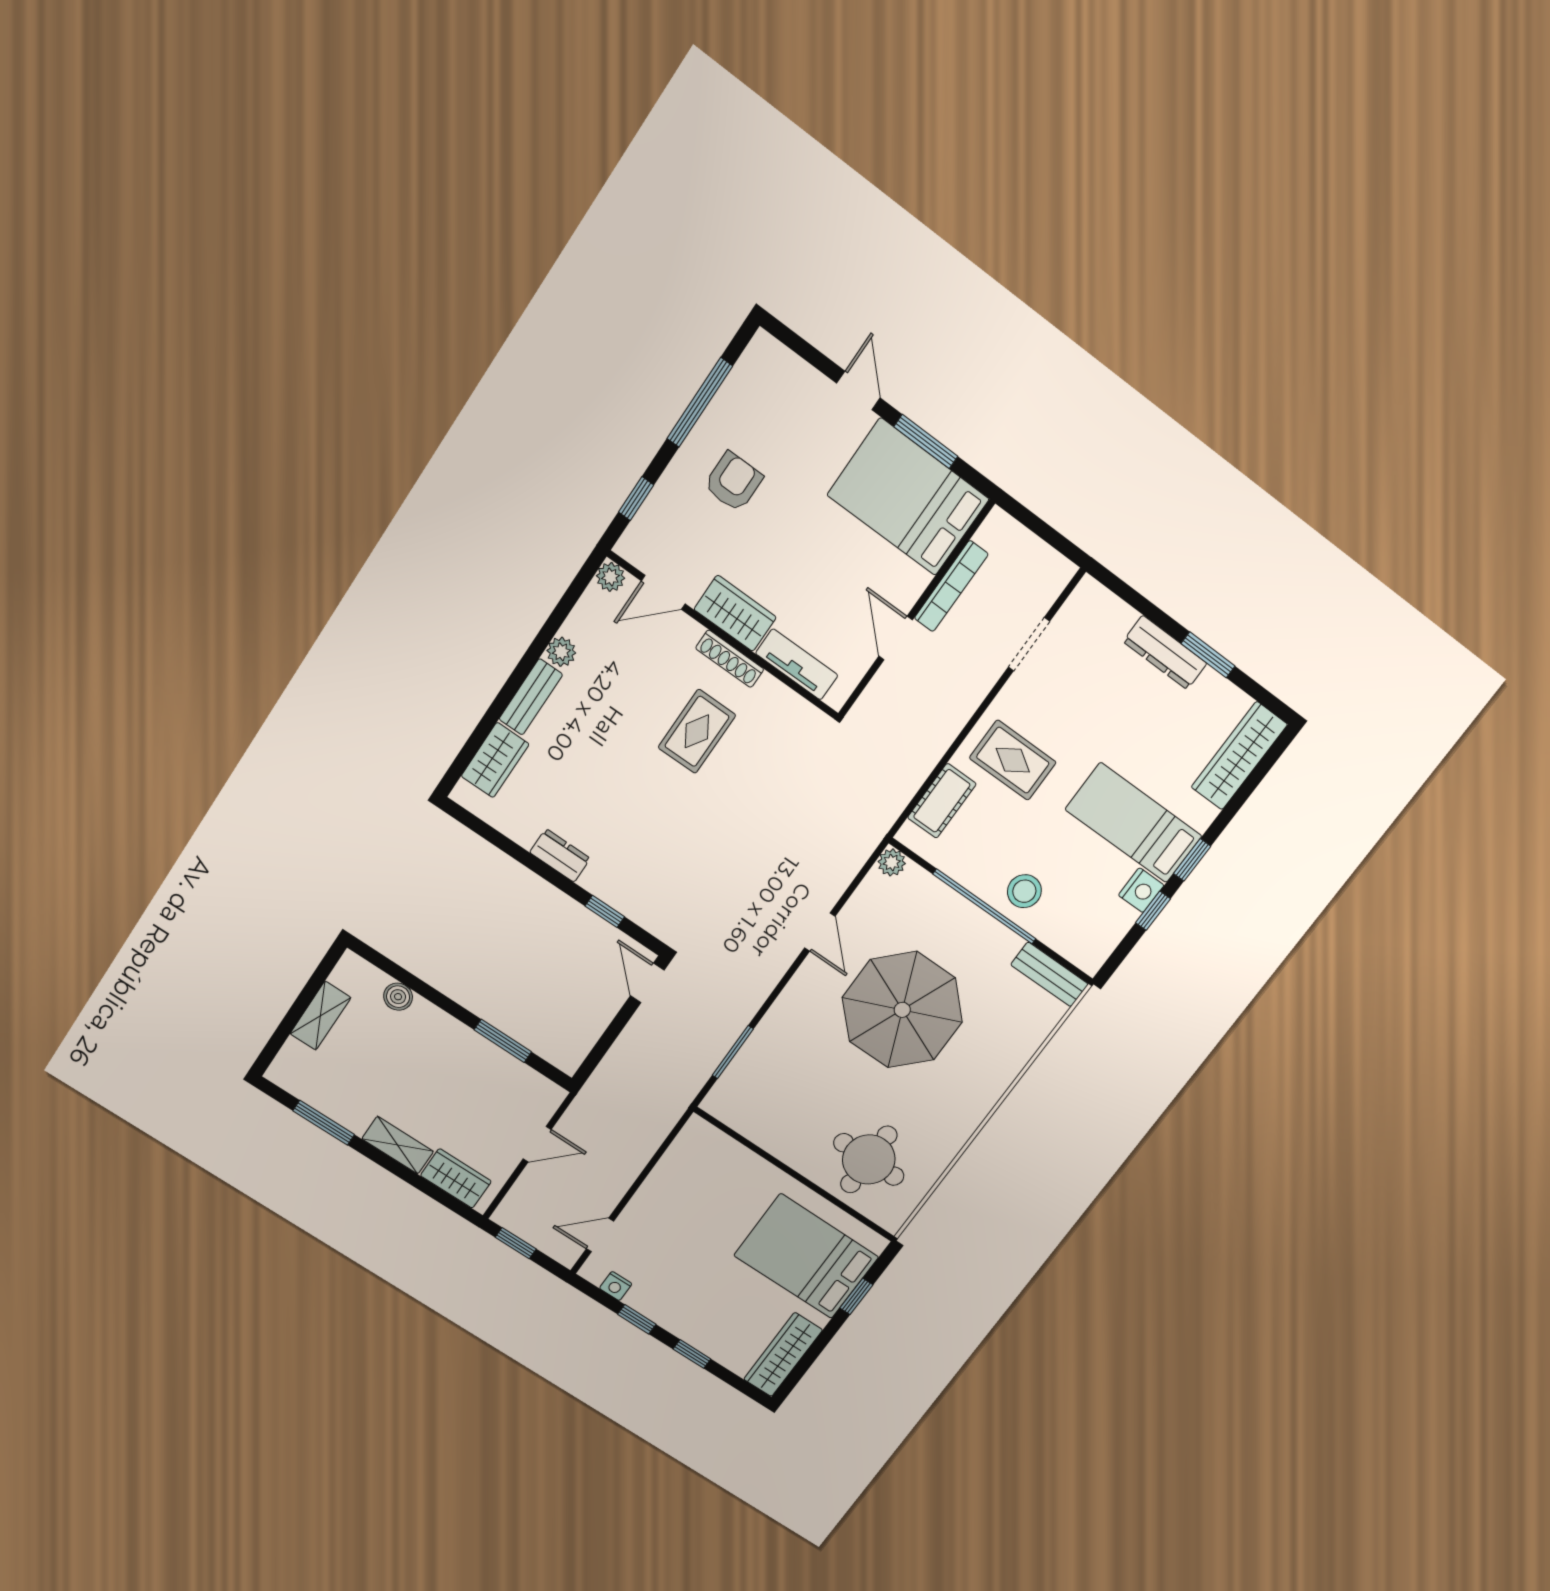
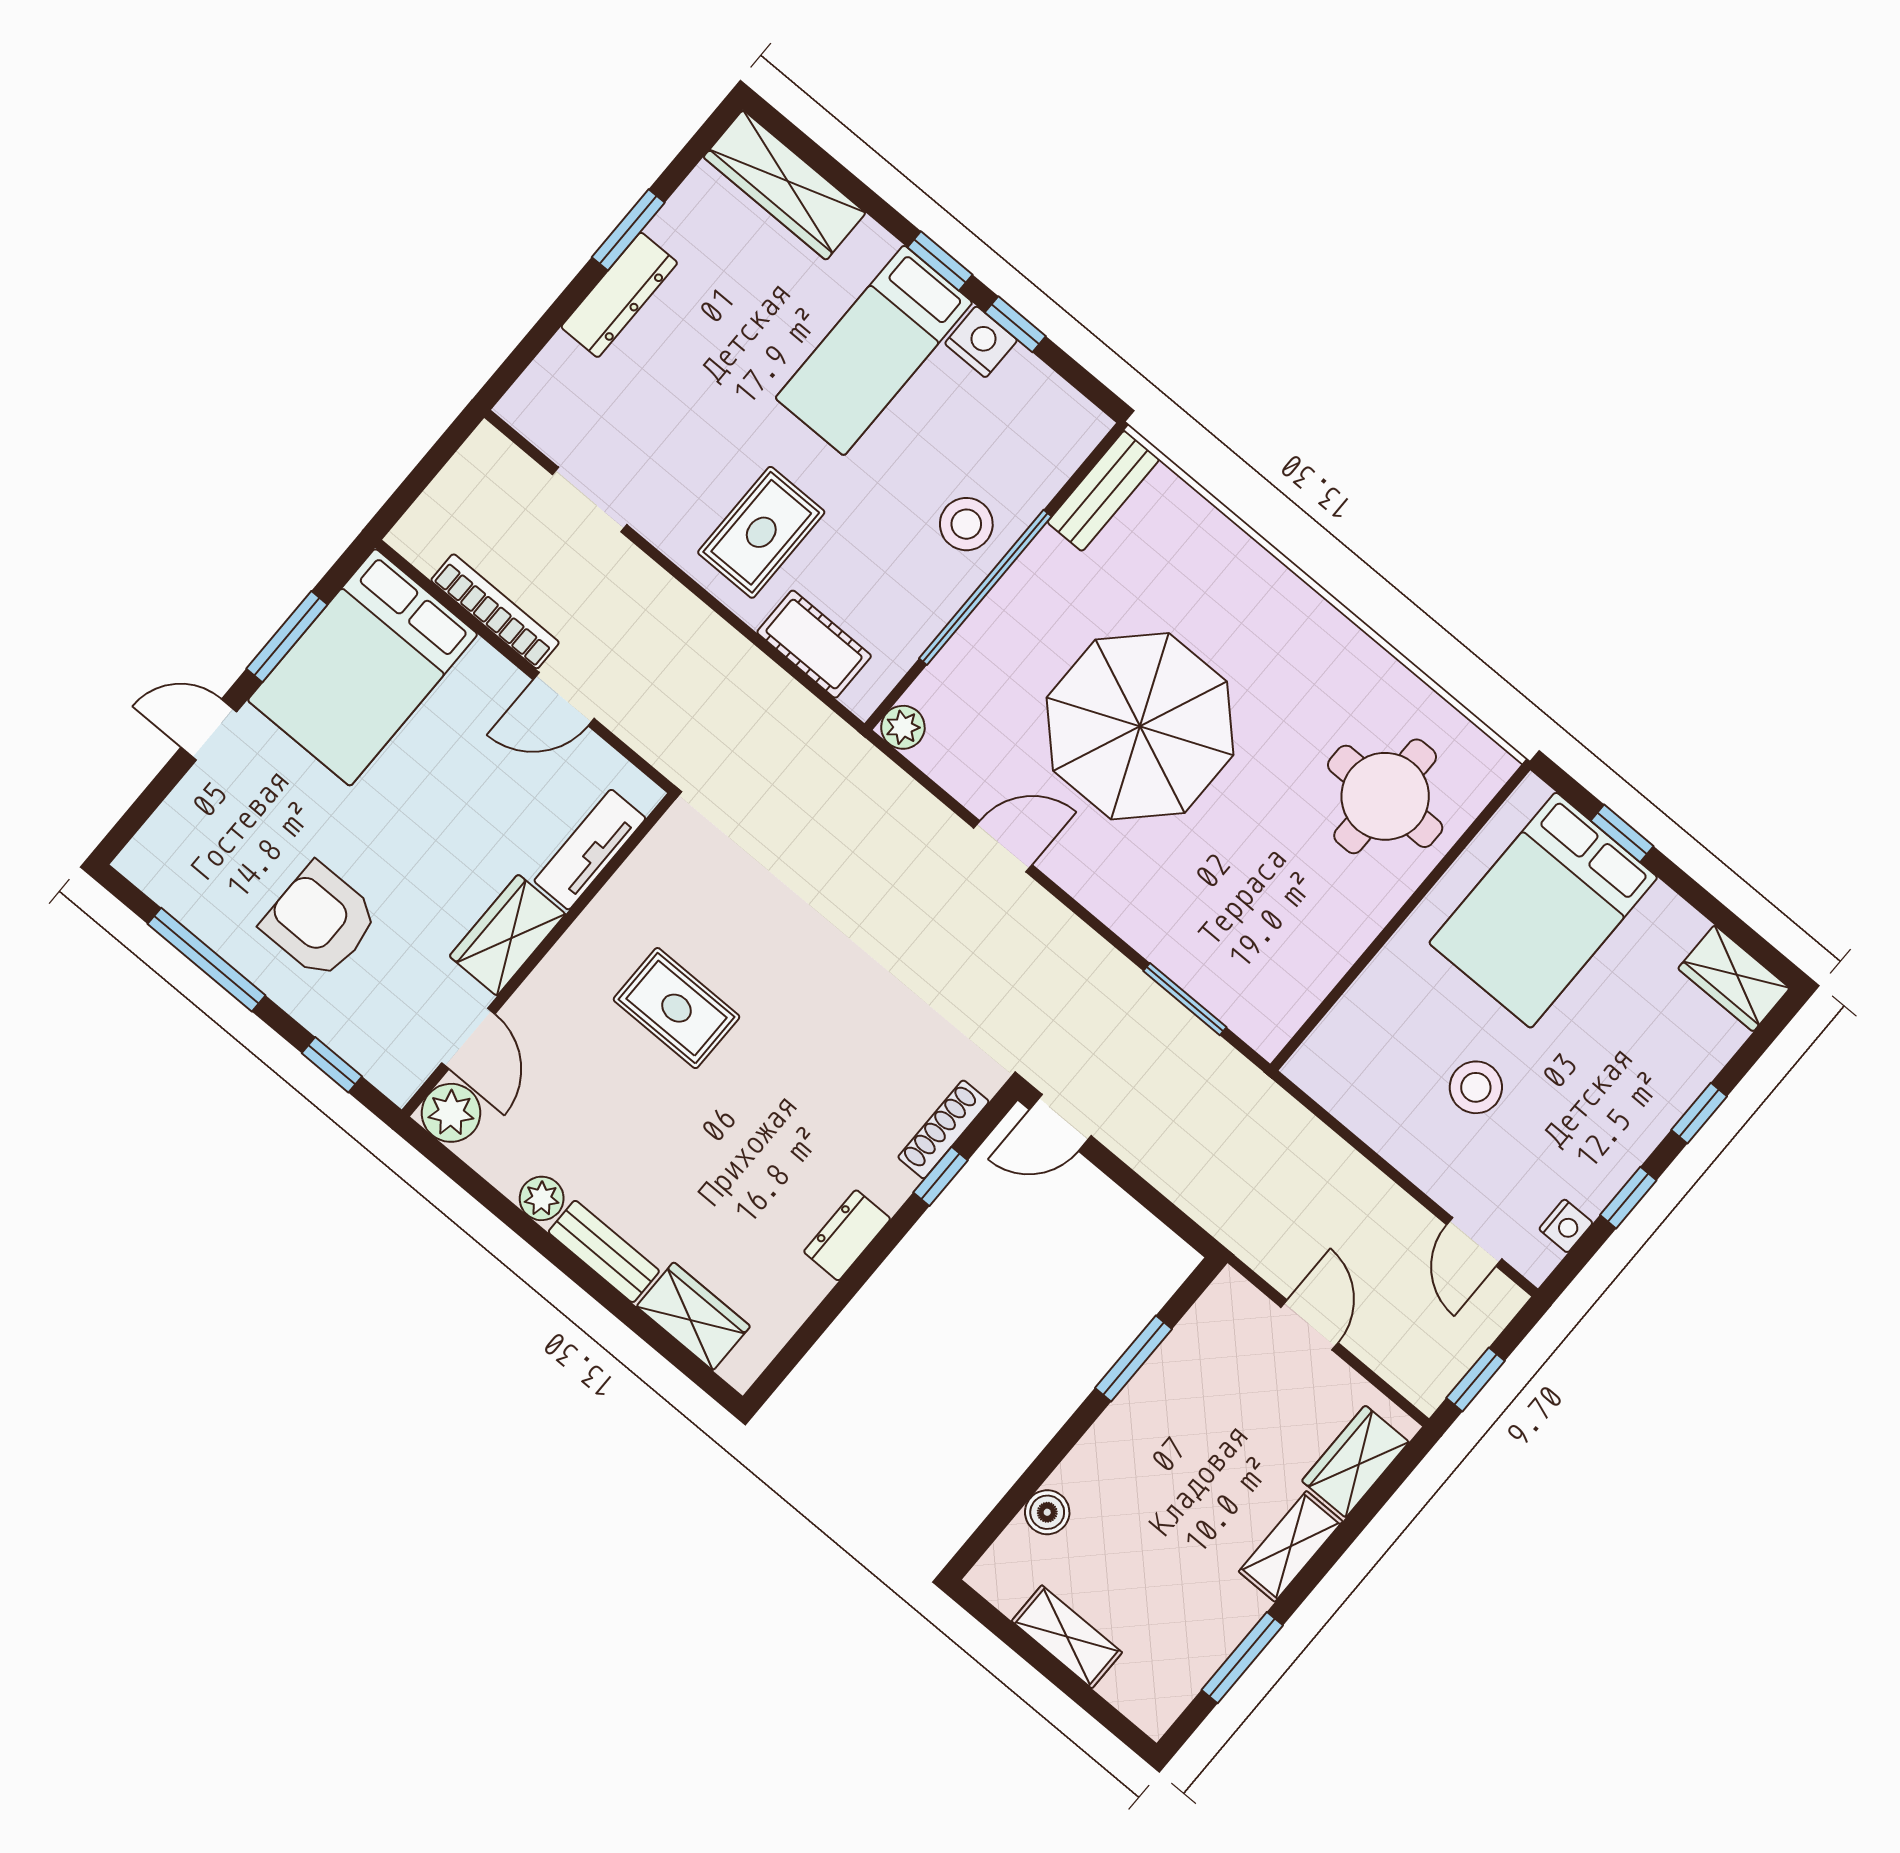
armchair: (733, 482) -> (320, 921), width x1.38, depth x1.38
plant: (611, 577) -> (451, 1113), width x1.38, depth x1.38
shoe rack: (730, 659) -> (943, 1129), moved, turned 180
stool: (695, 1228) -> (1476, 1087), added
wardrobe: (783, 1355) -> (1734, 978), width x0.67

